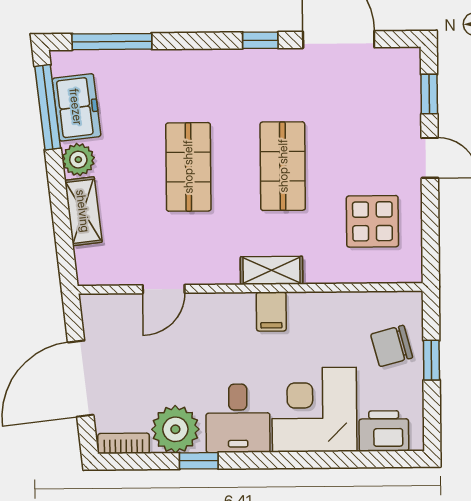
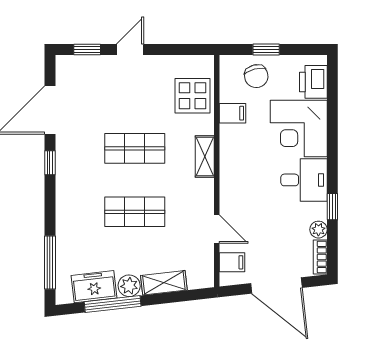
window: (48, 107) -> (113, 304), moved
display table: (372, 221) -> (192, 96), moved
filing cabinet: (115, 312) -> (232, 262), added
filing cabinet: (271, 312) -> (232, 113), moved
plant: (175, 429) -> (318, 230), width x0.53, depth x0.53

